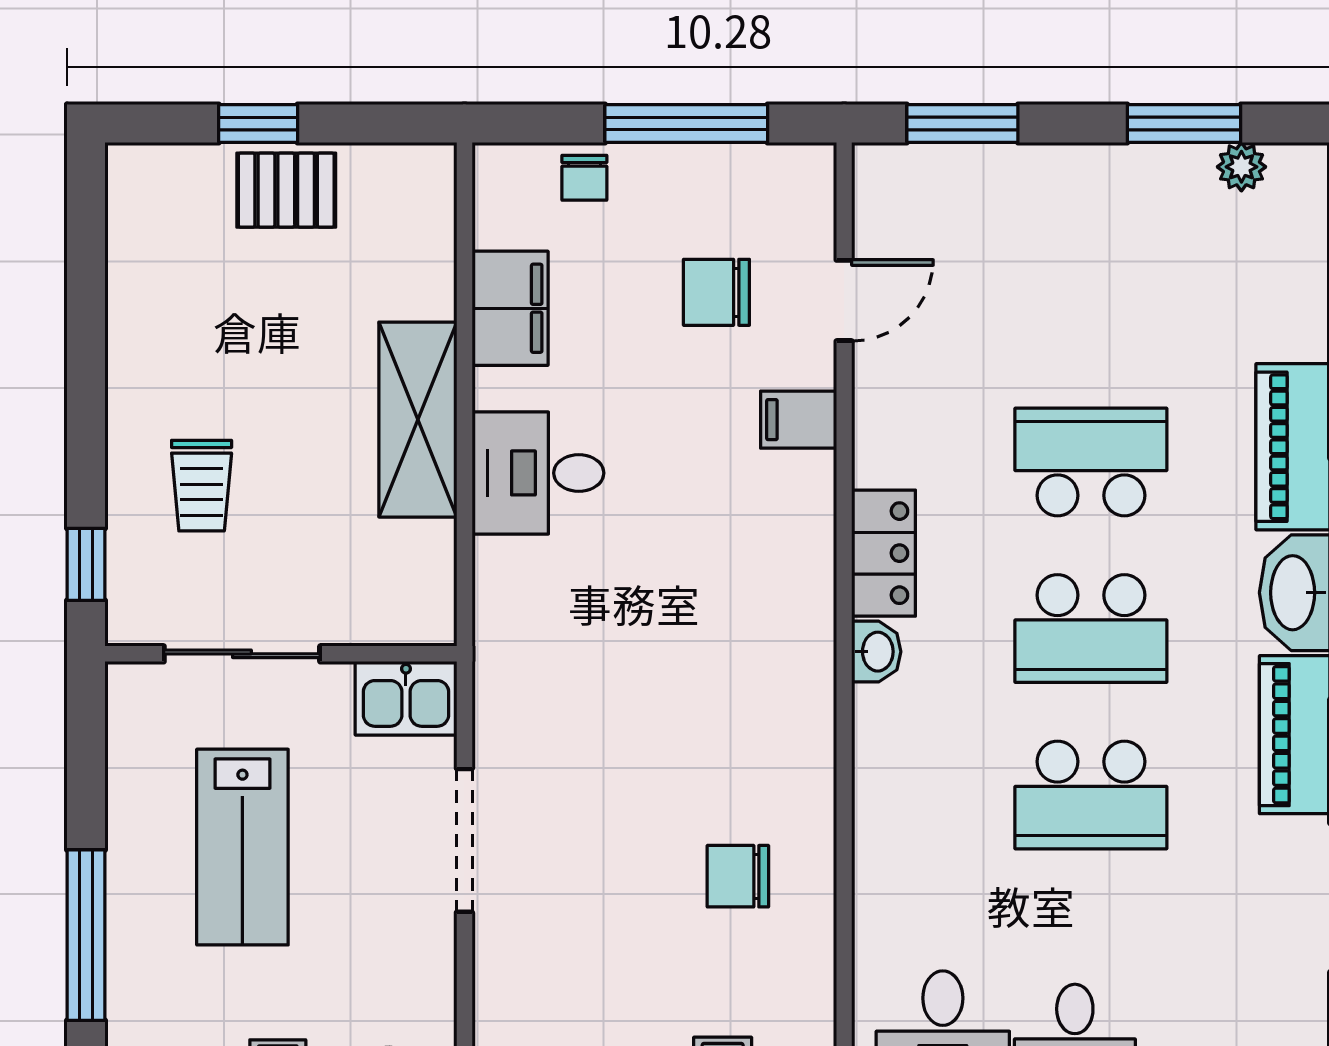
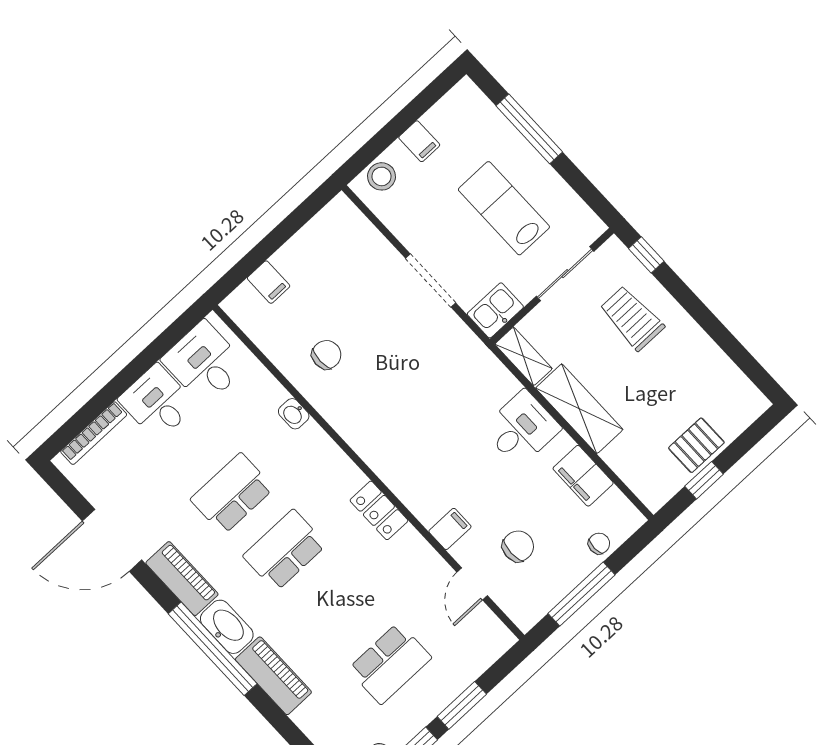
window: (258, 123) -> (704, 480), moved
window: (962, 123) -> (462, 705), moved
chair: (584, 178) -> (599, 543), turned 90
school desk: (1091, 462) -> (390, 663), moved
trolley: (202, 486) -> (632, 318), width x1.36, depth x1.39
shelving: (429, 584) -> (524, 356), added
washbasin: (876, 652) -> (294, 414), moved

